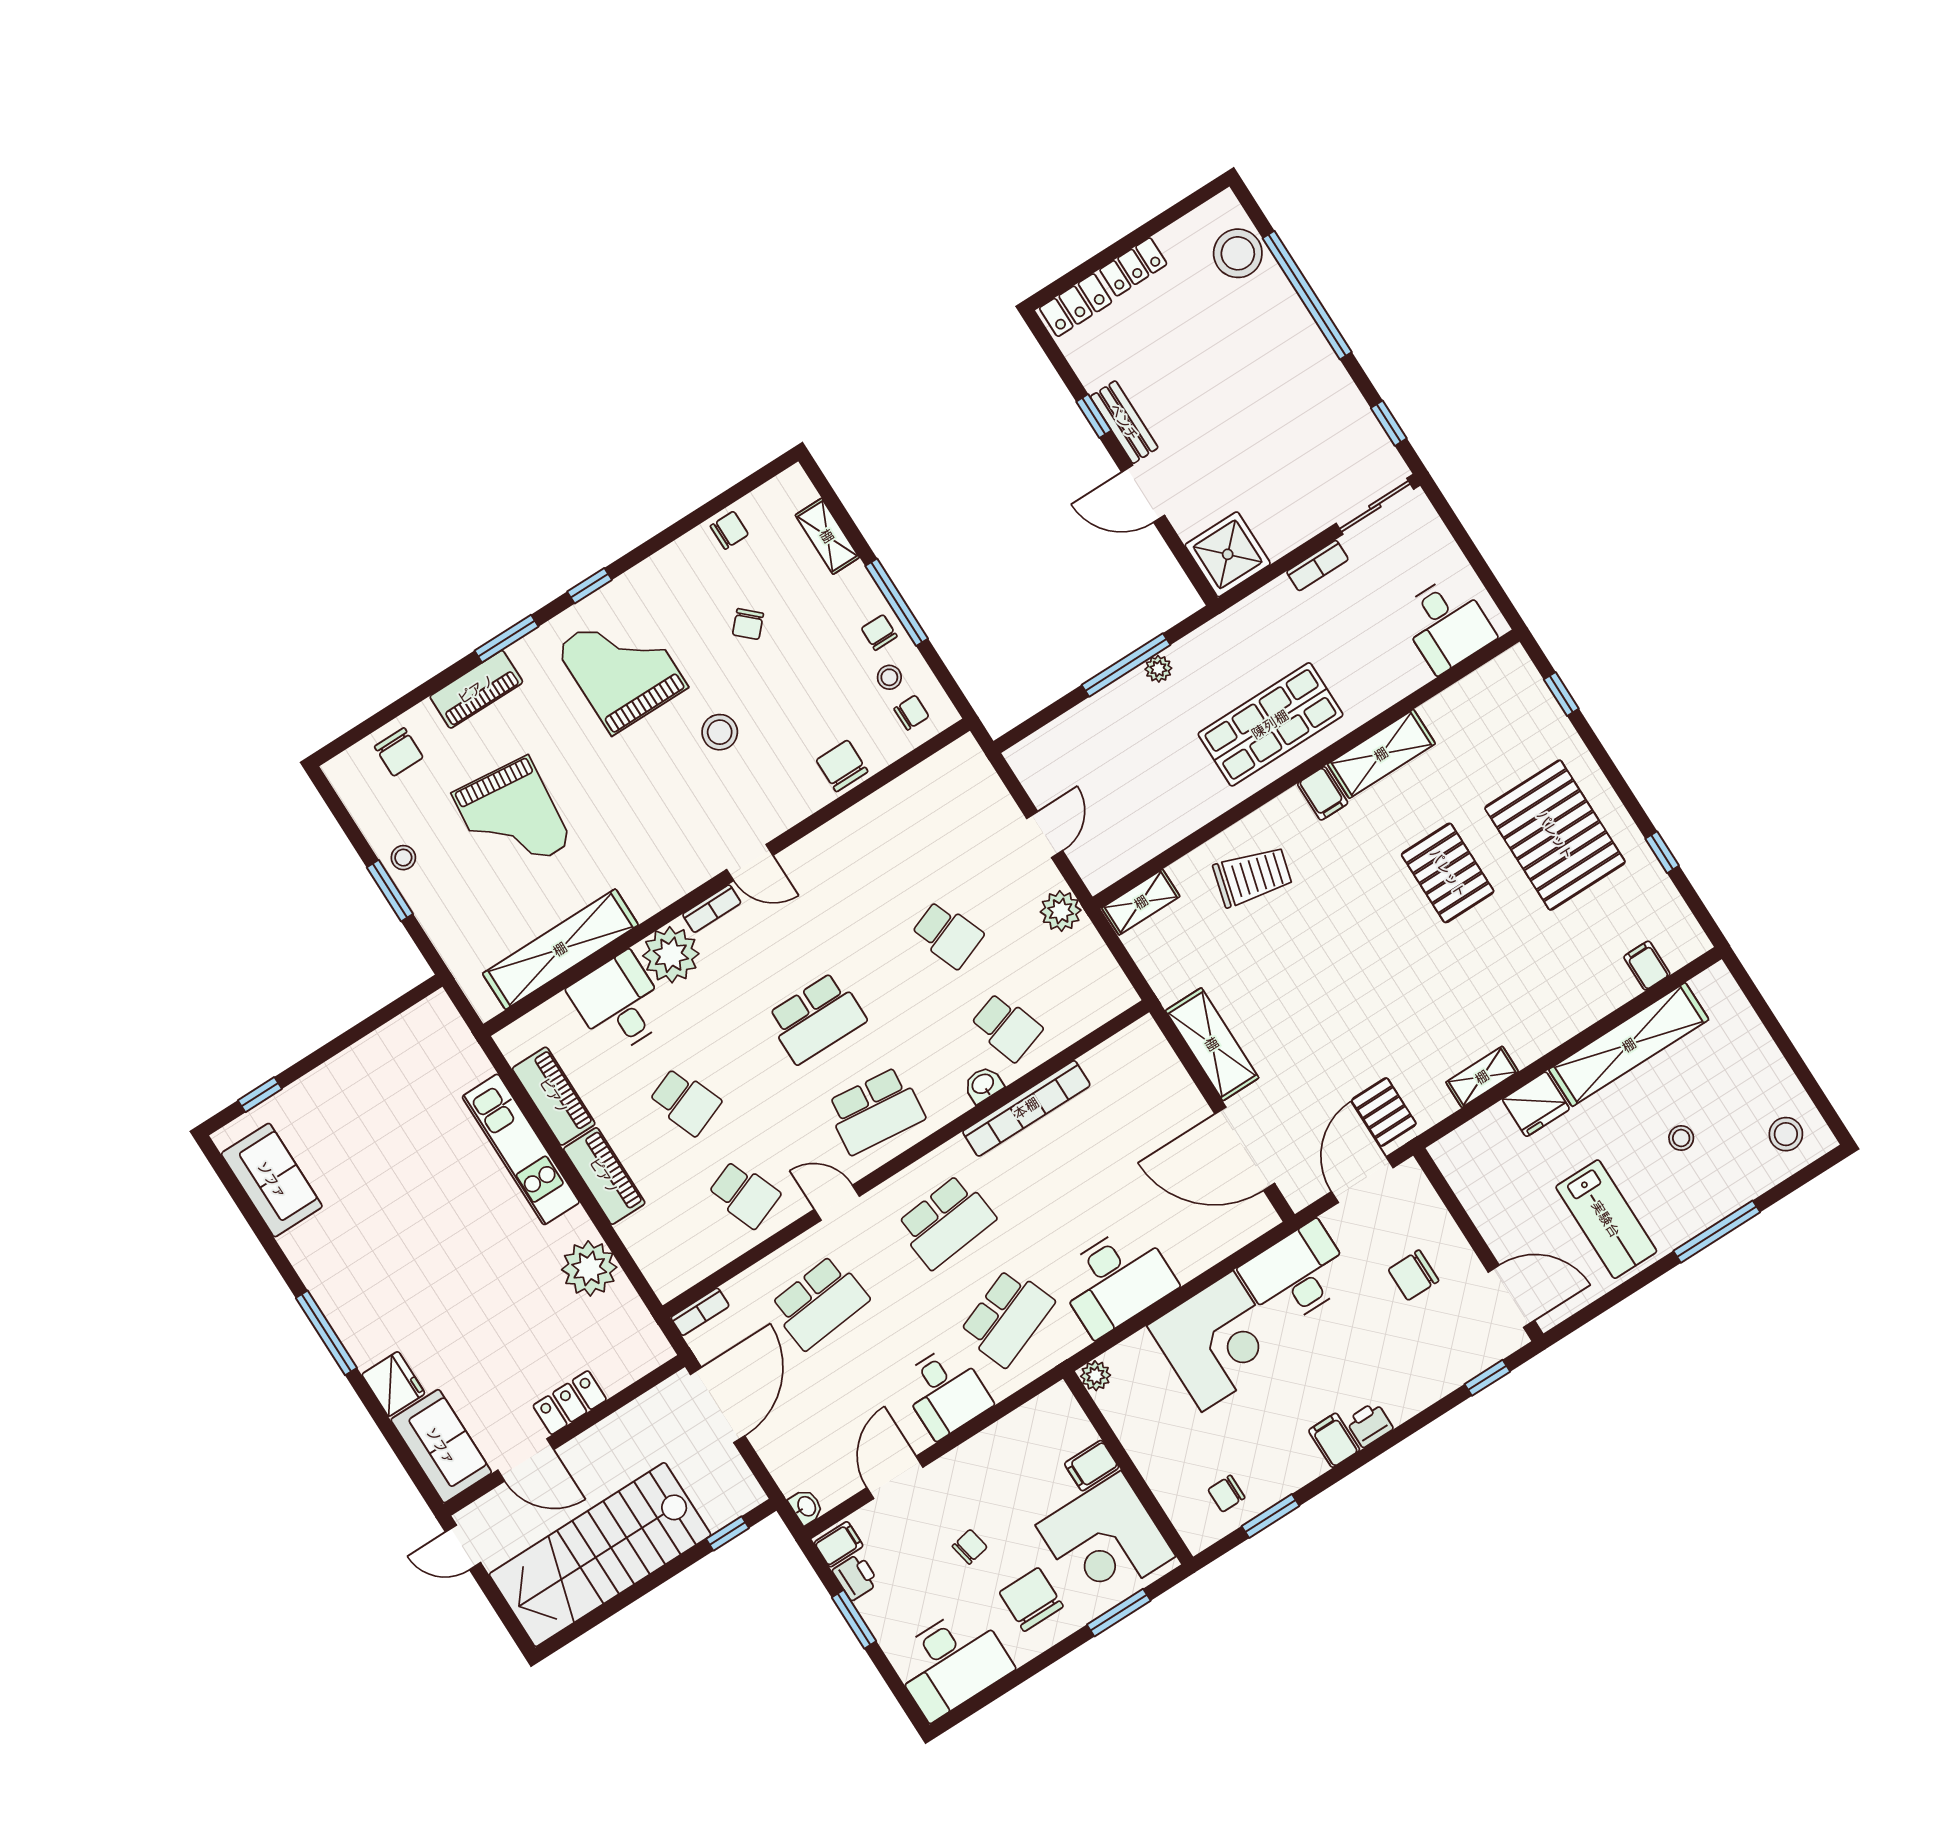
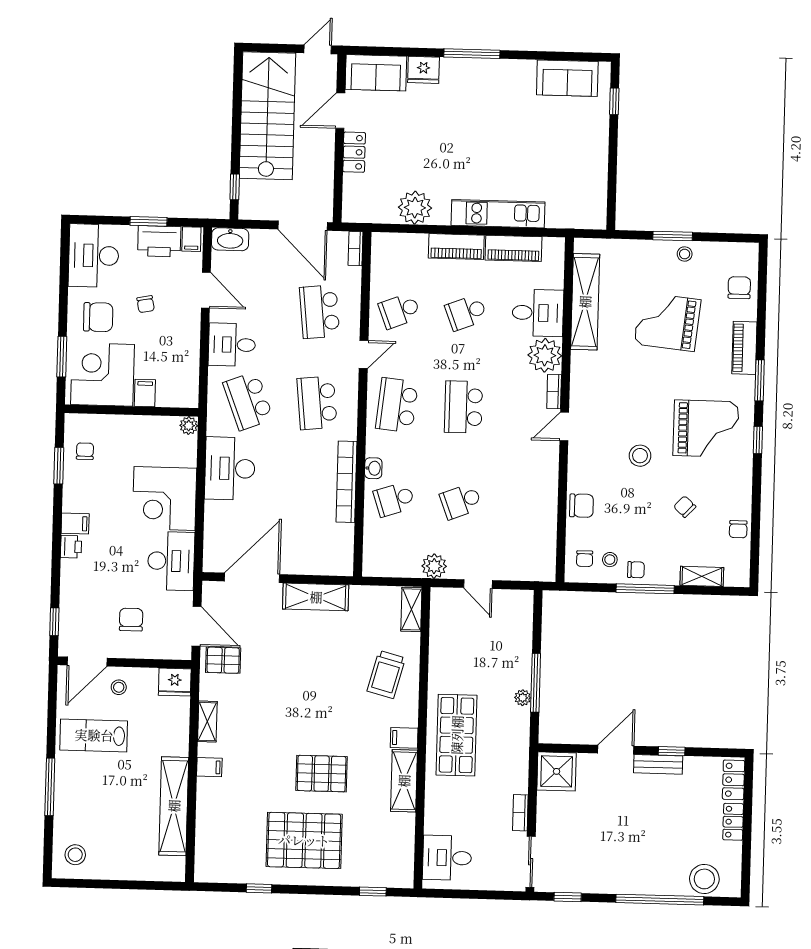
chair: (399, 752) -> (739, 288), turned 90
filing cabinet: (1647, 966) -> (209, 767), moved
fridge: (1536, 1104) -> (175, 682), moved, turned -90
stool: (1681, 1138) -> (119, 687), moved
washbasin: (806, 1507) -> (230, 239), width x1.91, depth x1.45
printer: (856, 1577) -> (159, 241), width x1.87, depth x1.48

